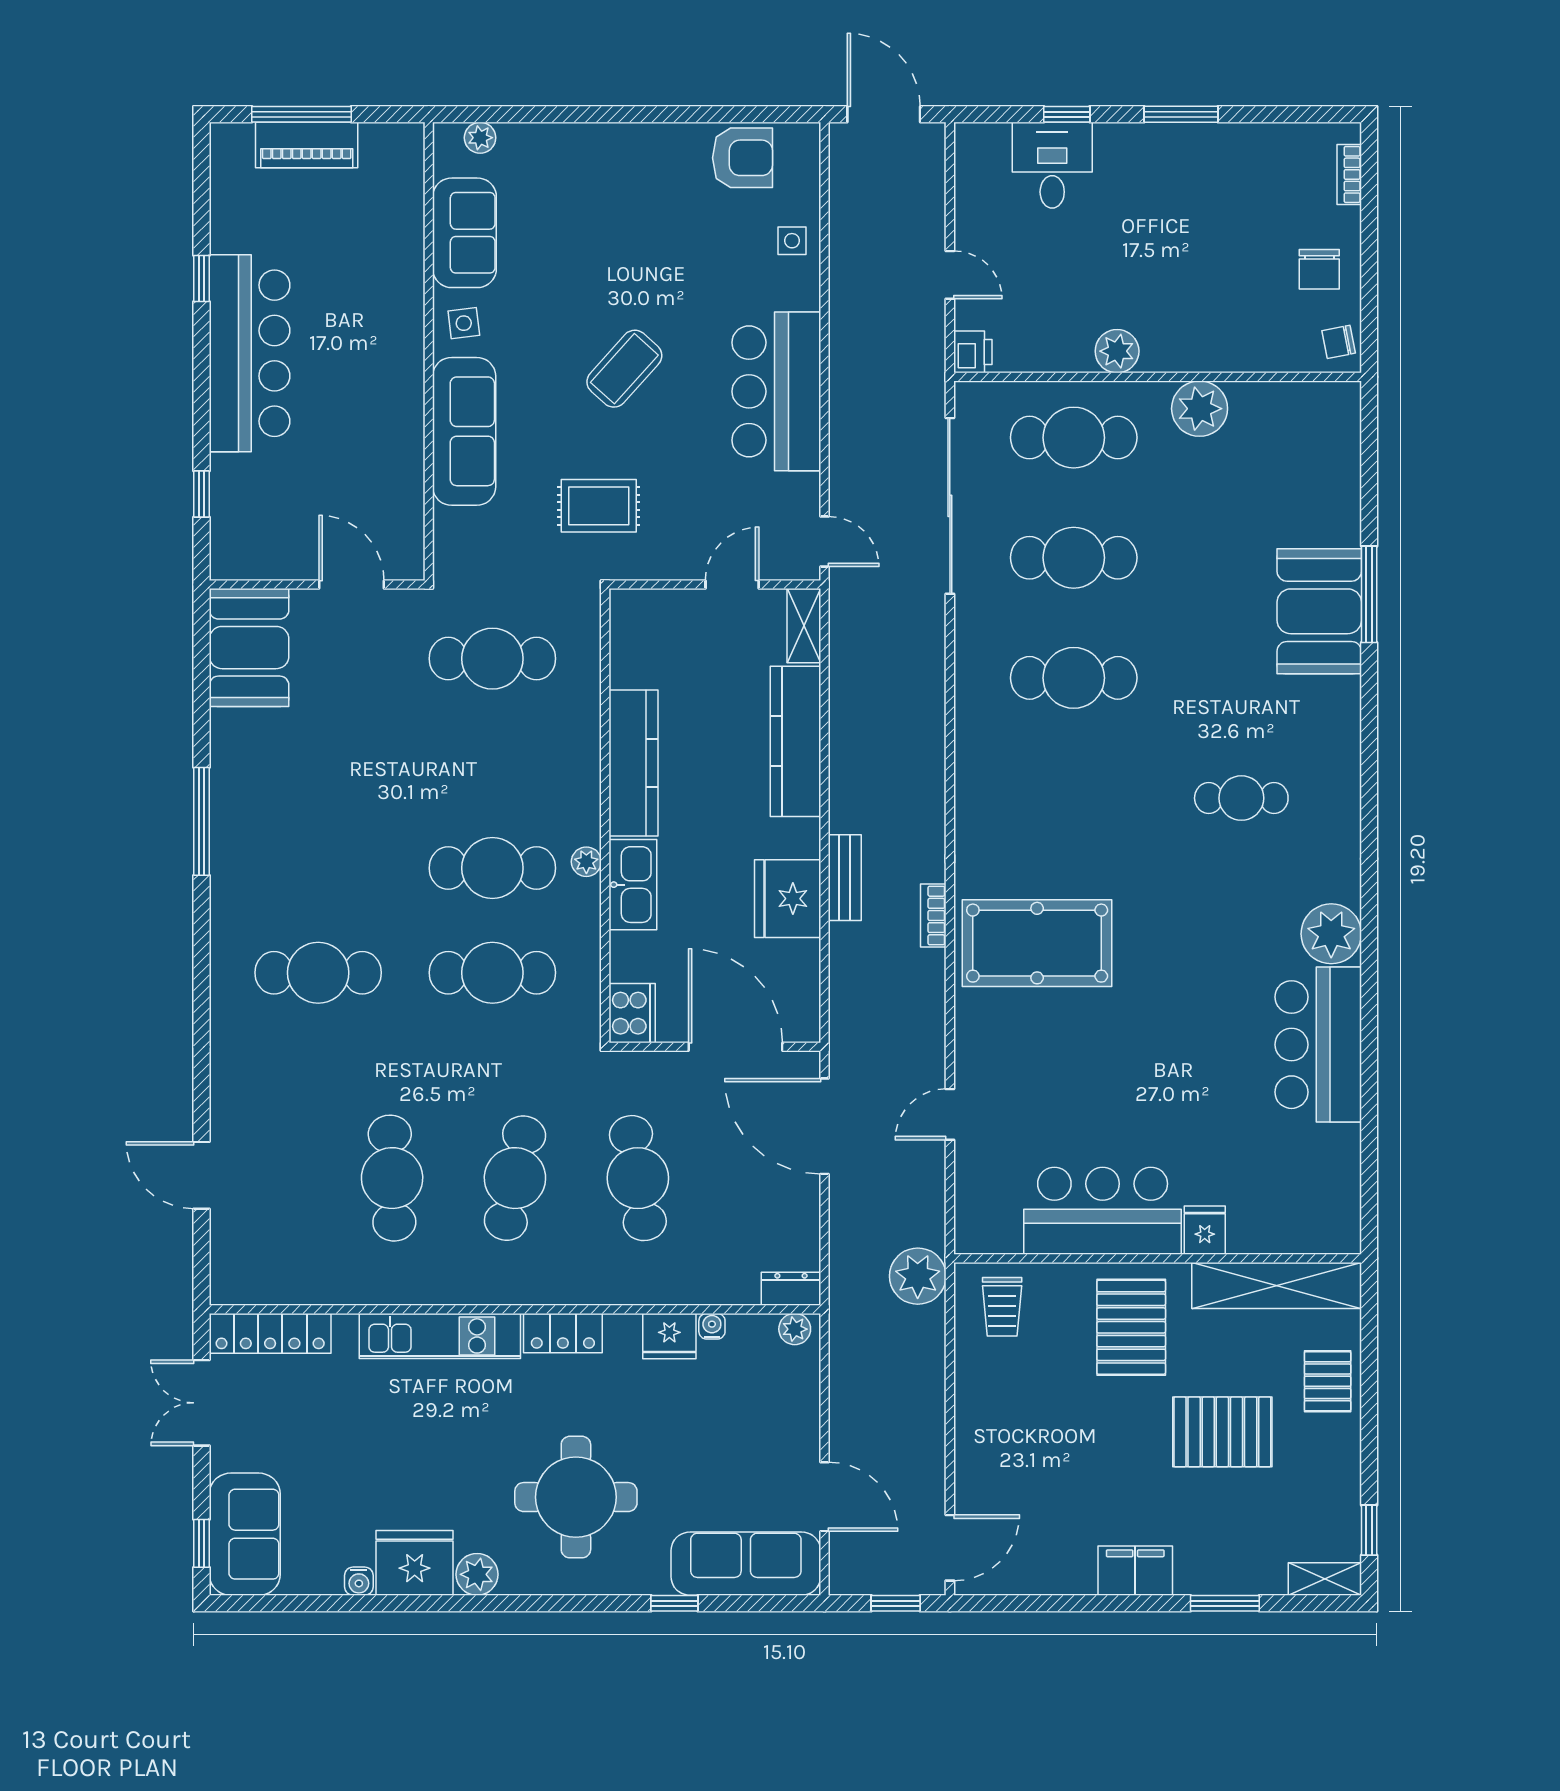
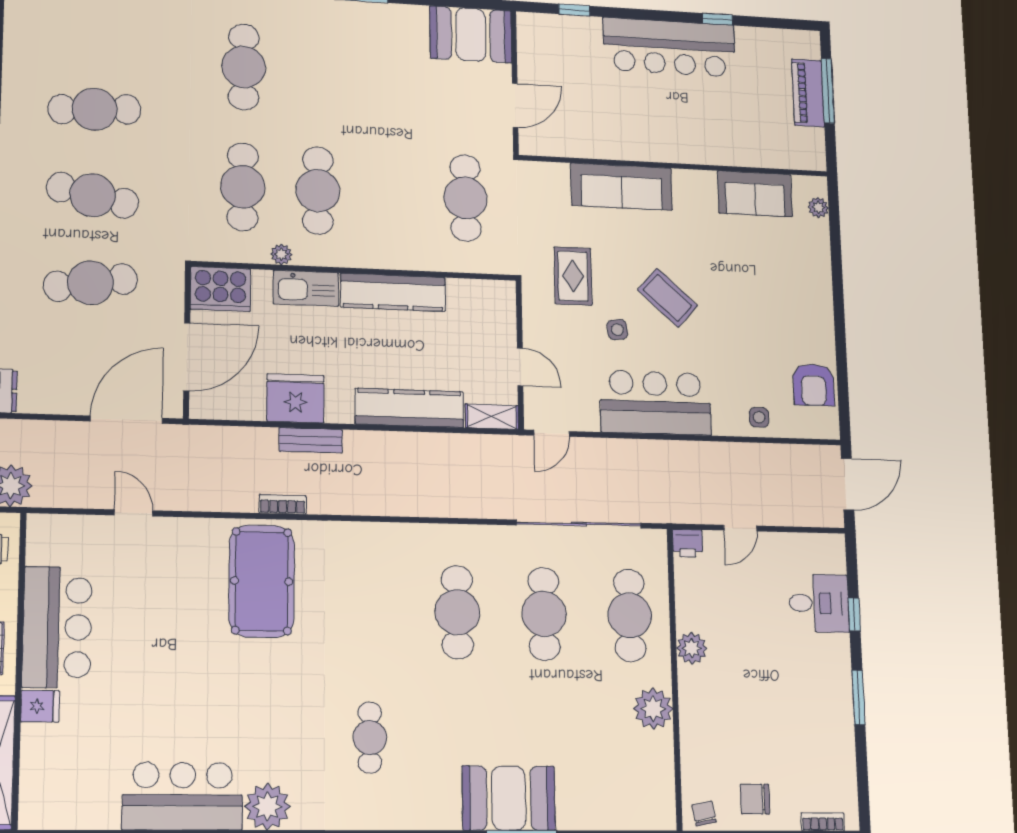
side table: (464, 323) -> (617, 330), moved
plant: (586, 862) -> (281, 254), moved
cooker: (632, 1013) -> (220, 289), width x1.37, depth x1.31

